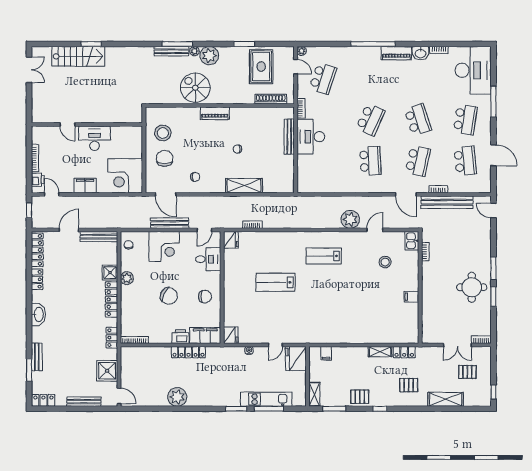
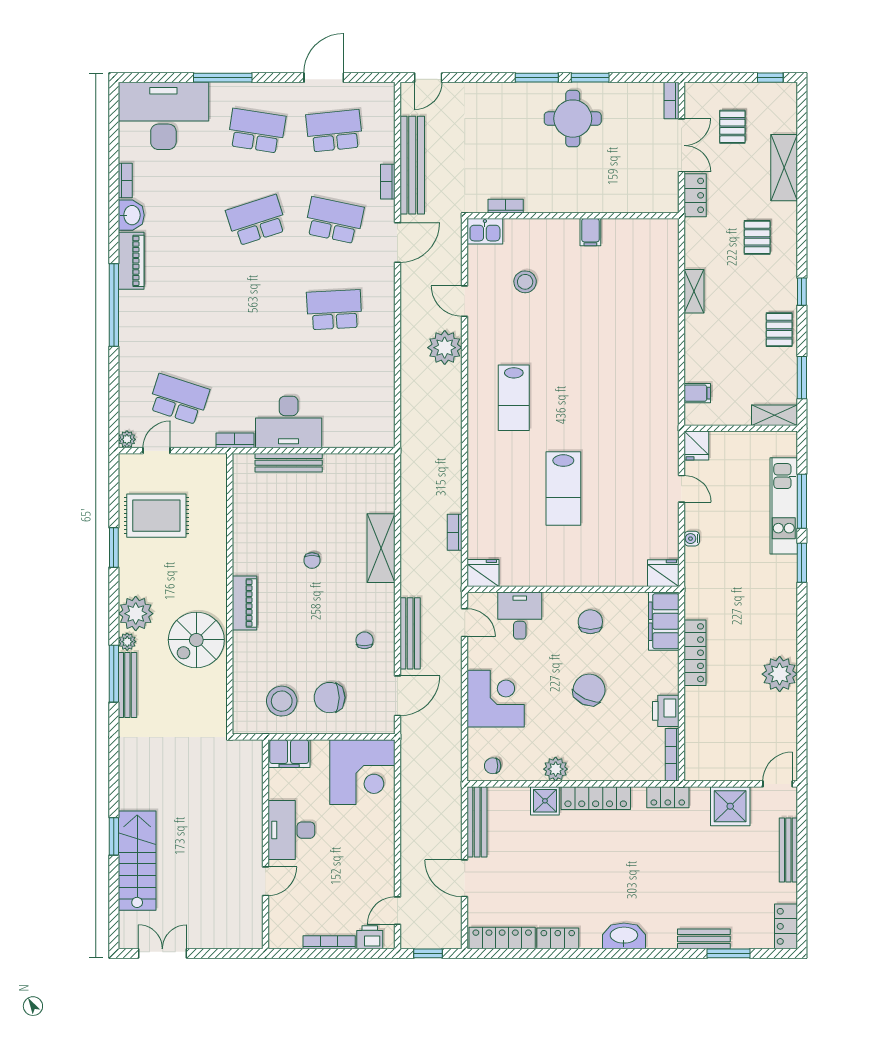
shoe rack: (271, 99) -> (218, 498), removed
school desk: (370, 120) -> (257, 310), removed
filing cabinet: (85, 186) -> (289, 754), moved, turned -90
bench: (170, 223) -> (410, 633), moved
printer: (180, 337) -> (666, 711), moved
locker: (404, 352) -> (695, 195), moved
fridge: (296, 359) -> (696, 445), width x0.53, depth x0.75

